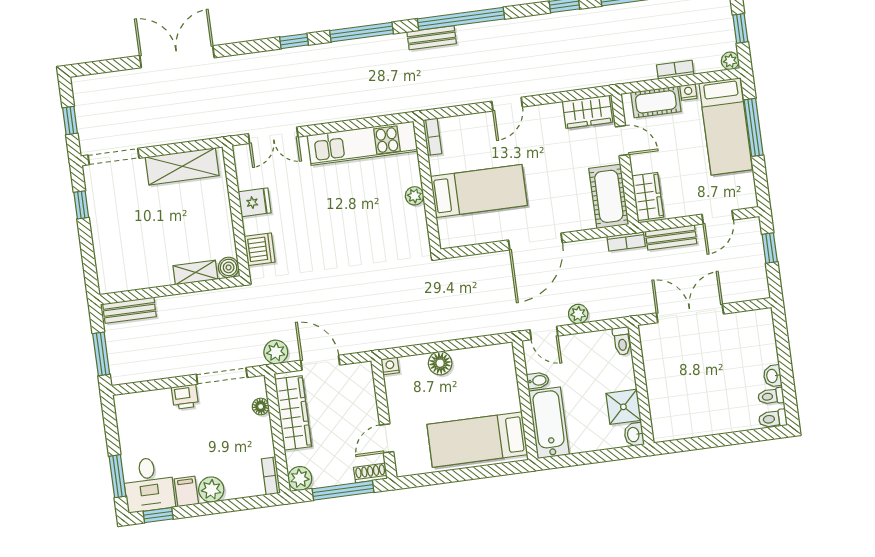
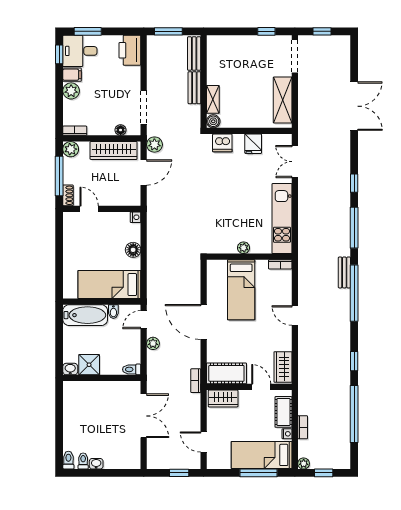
door: (622, 141) -> (261, 387), swing flipped
bench: (671, 238) -> (194, 88), moved
printer: (185, 397) -> (130, 50), moved, width x1.87, depth x1.48
bed: (477, 440) -> (109, 285), moved, turned -90

